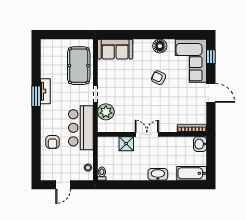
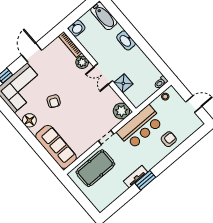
sofa: (115, 49) -> (56, 147), width x1.36
plant: (106, 112) -> (121, 111), moved
plant: (170, 126) -> (82, 62), added

